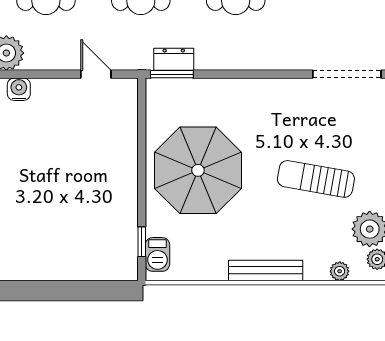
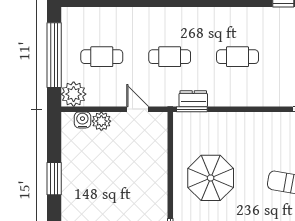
plant: (45, 91) -> (101, 121), added
parasol: (198, 170) -> (211, 178), width x0.73, depth x0.73

